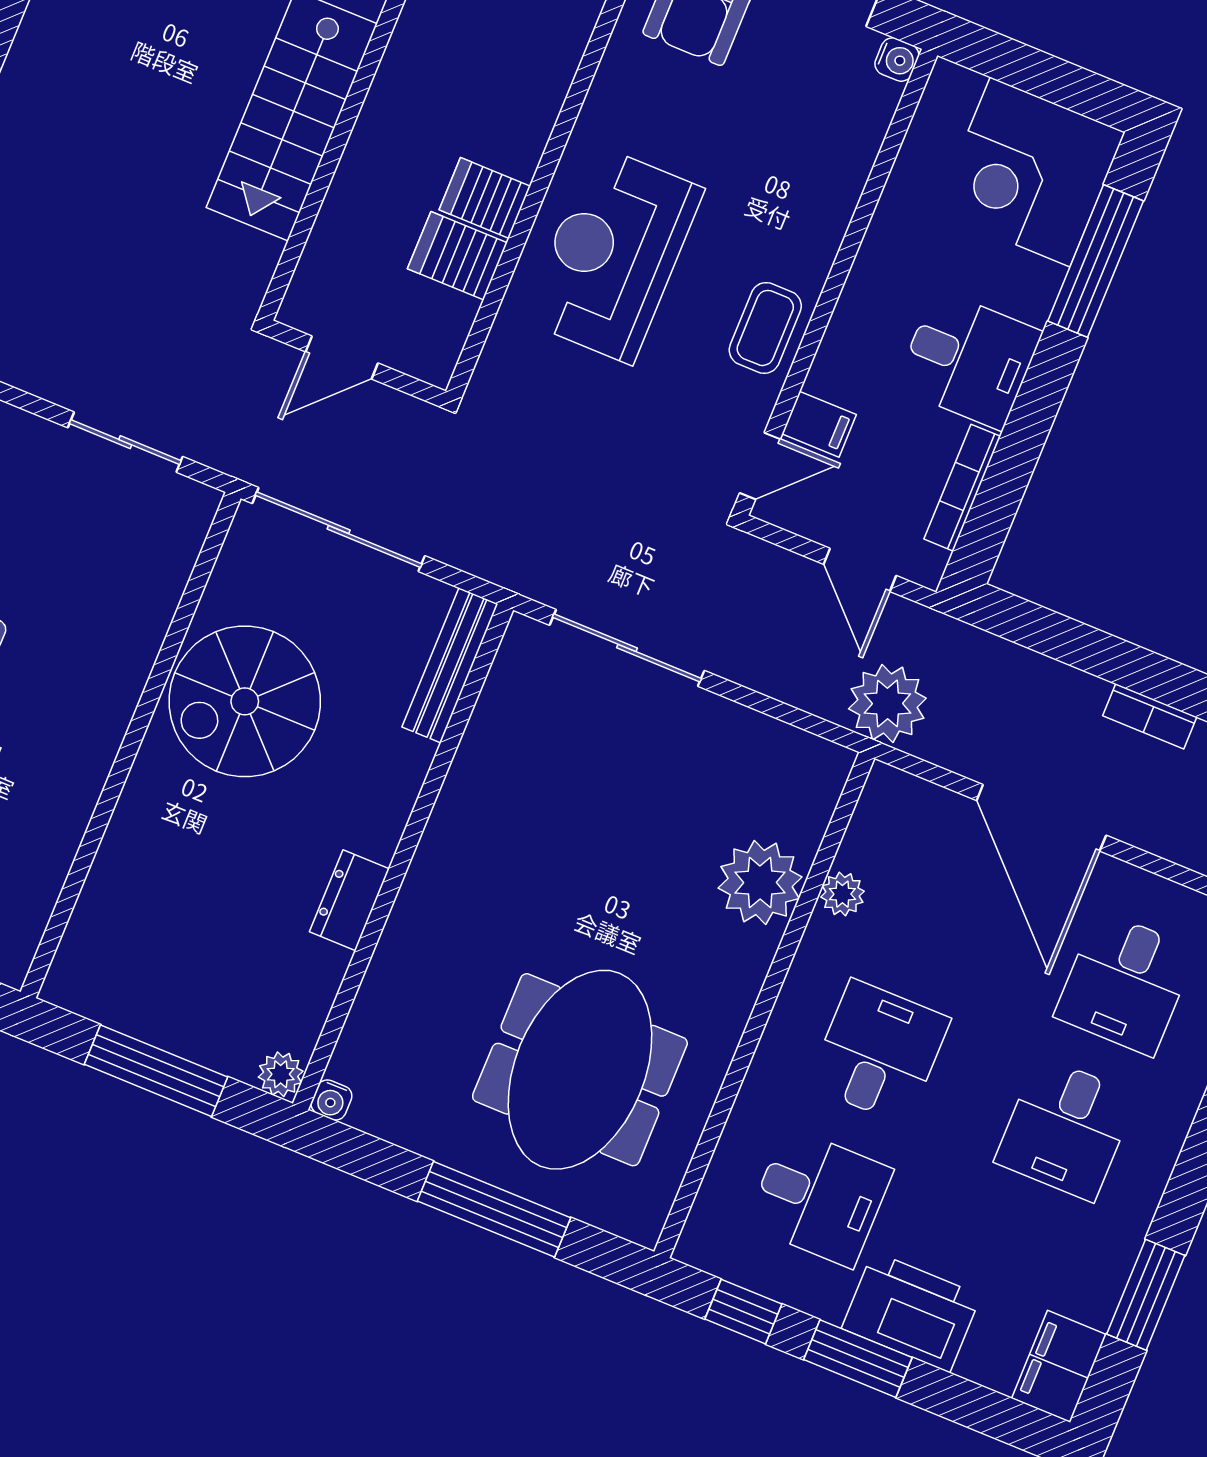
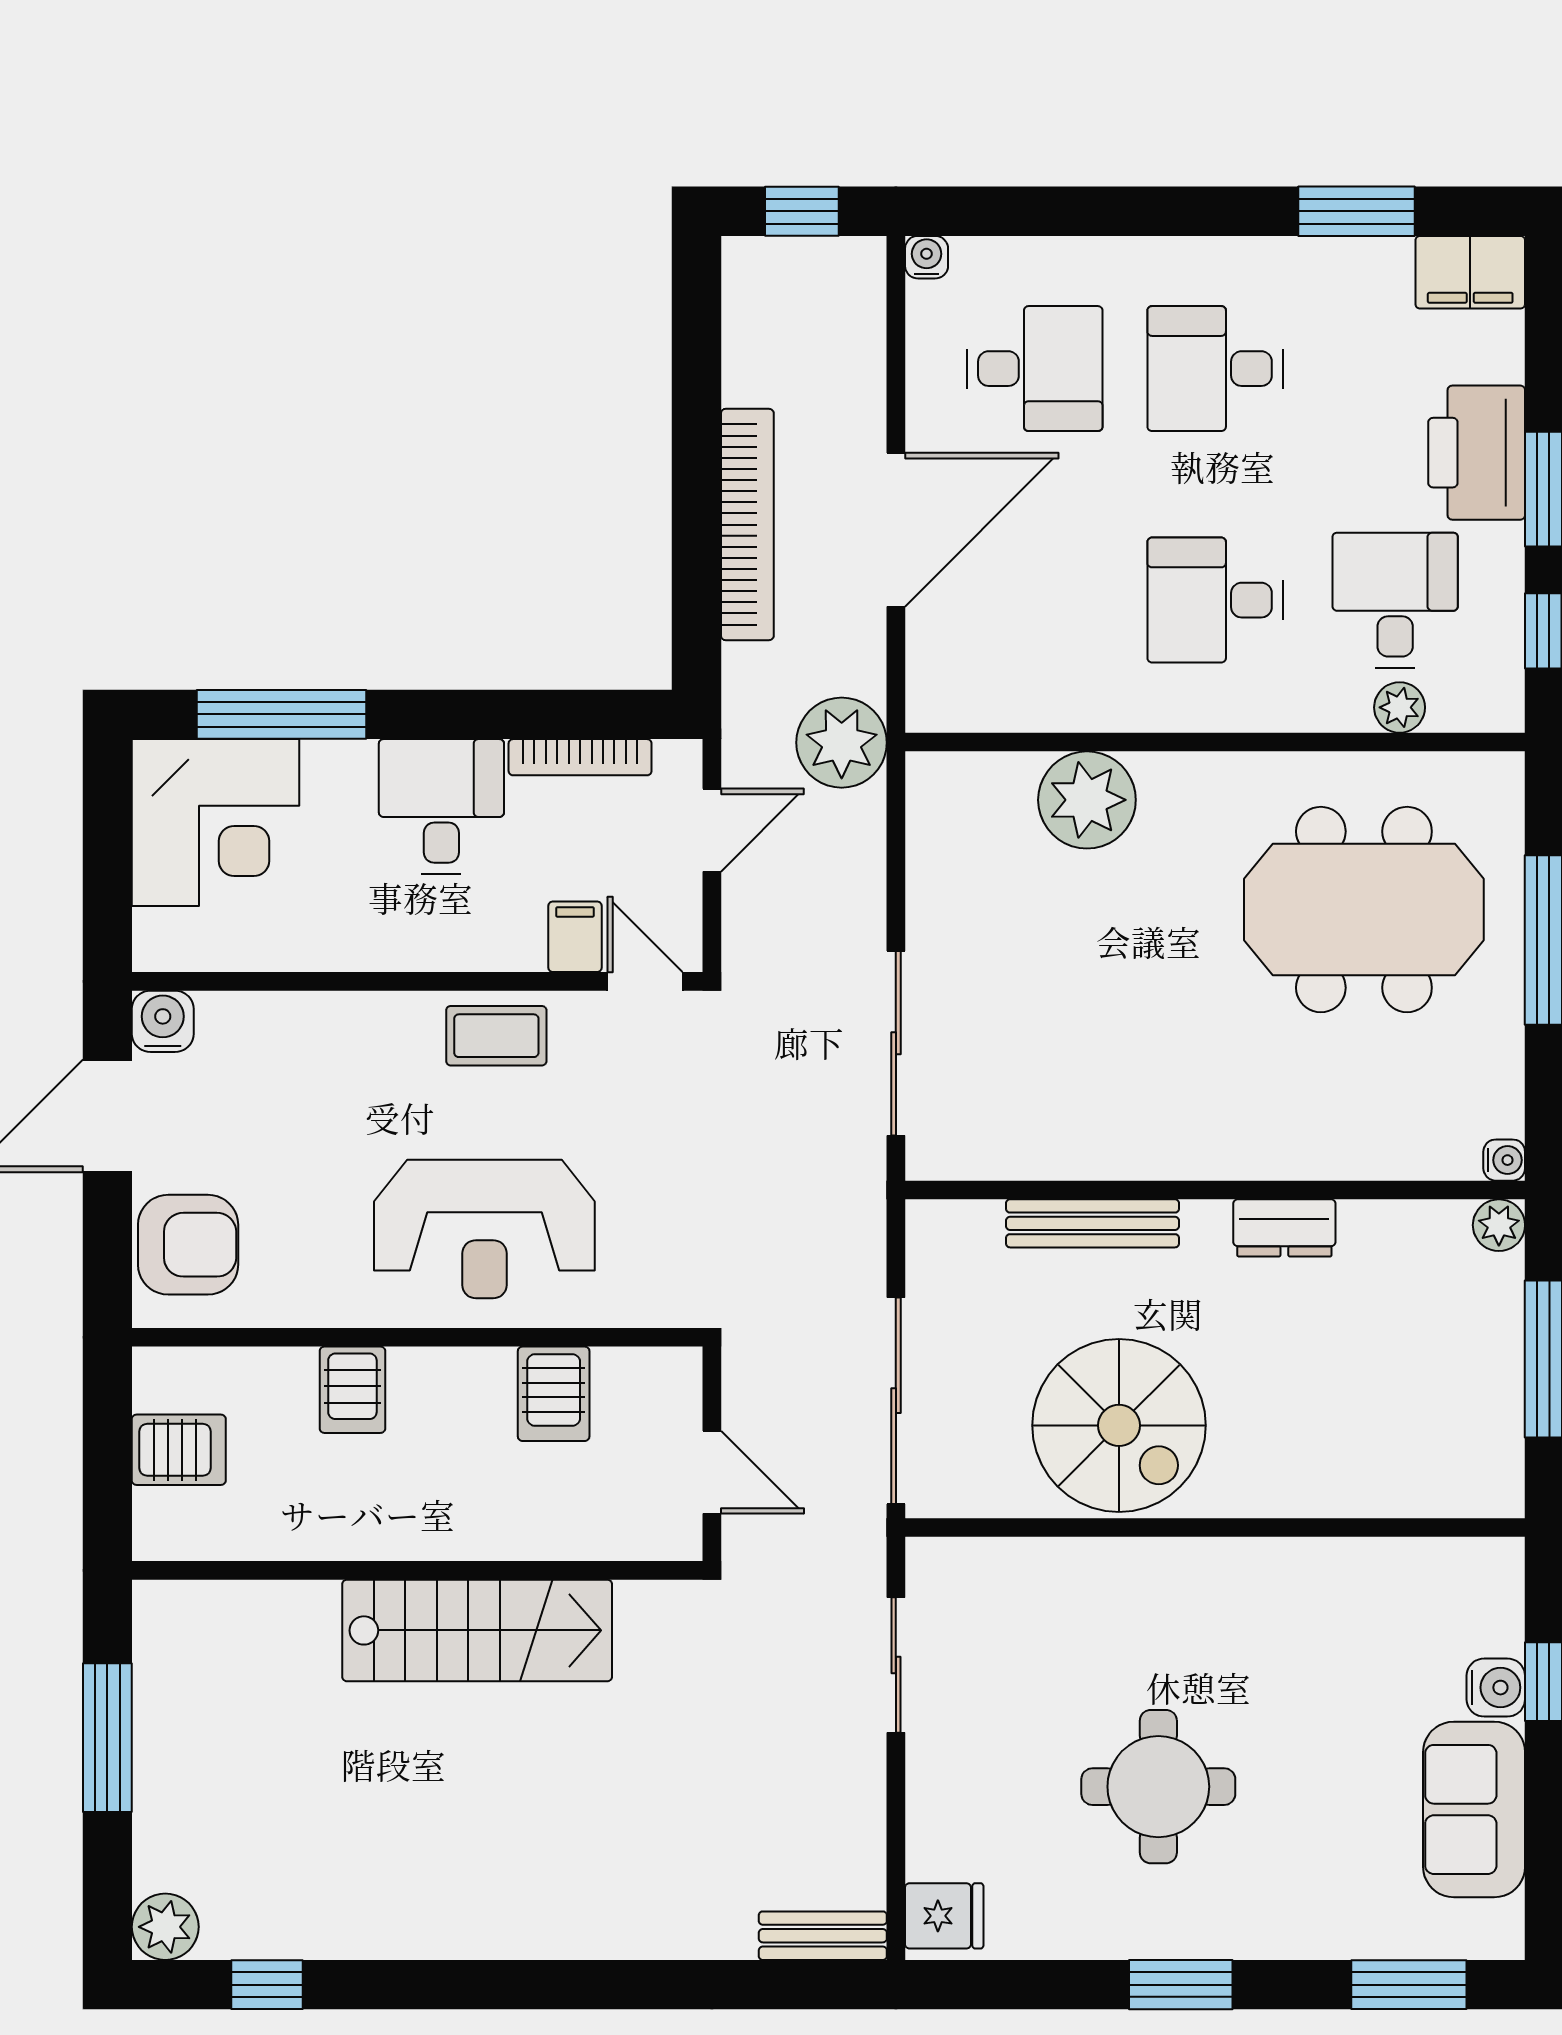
water cooler: (897, 60) -> (163, 1021), width x1.38, depth x1.38
server rack: (485, 198) -> (352, 1390), moved
bench: (450, 665) -> (1093, 1223), moved
bookcase: (1150, 716) -> (747, 525), width x2.31, depth x1.31
plant: (842, 894) -> (1400, 707), moved
desk: (1066, 1129) -> (1215, 369), turned 180

